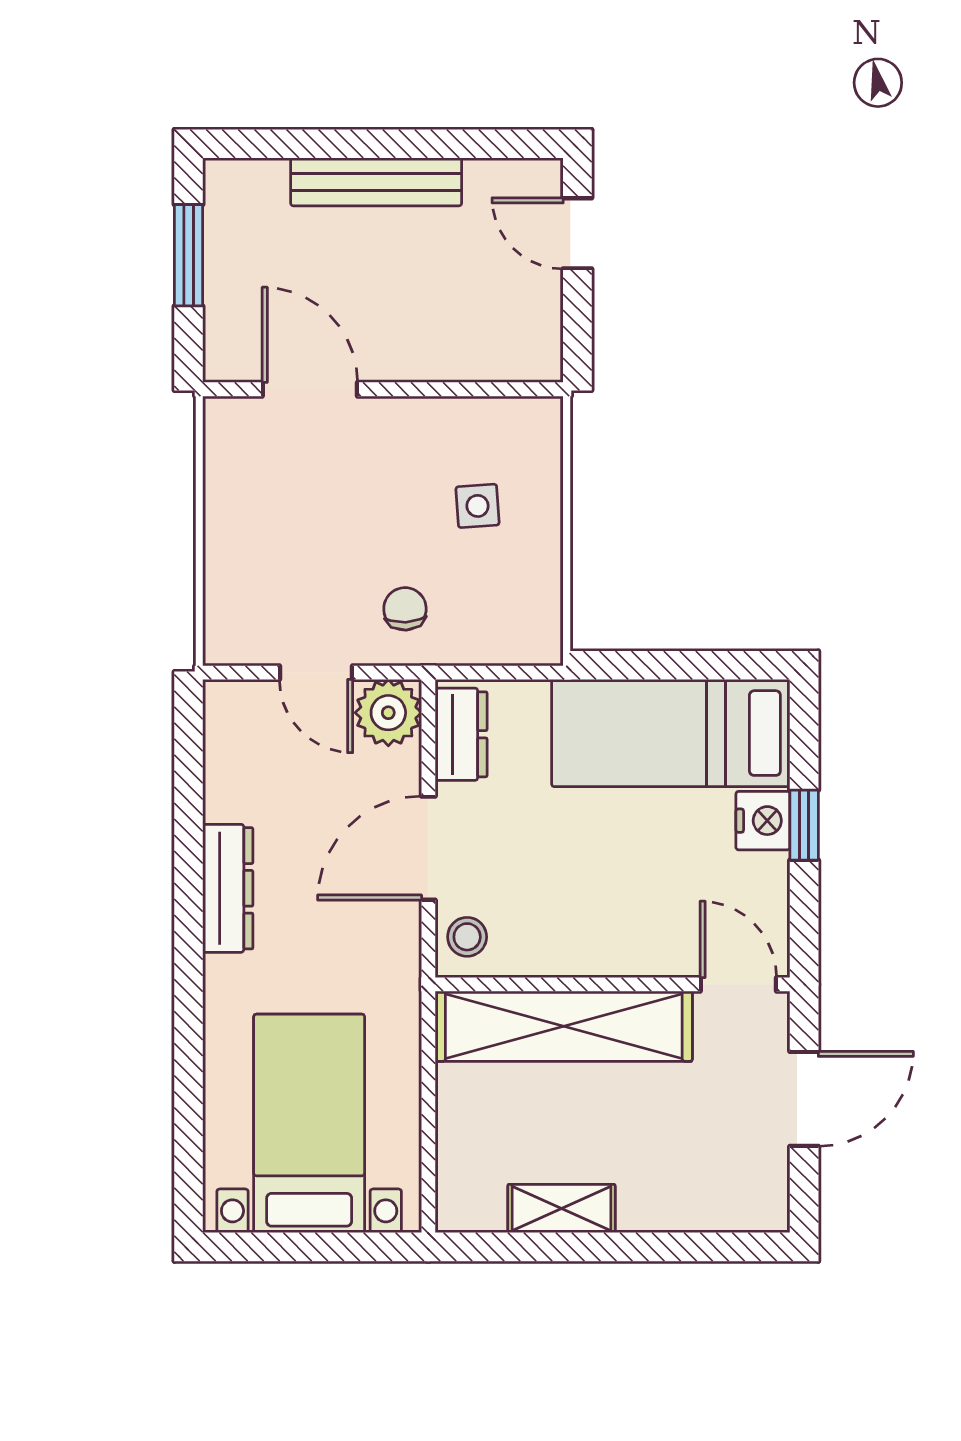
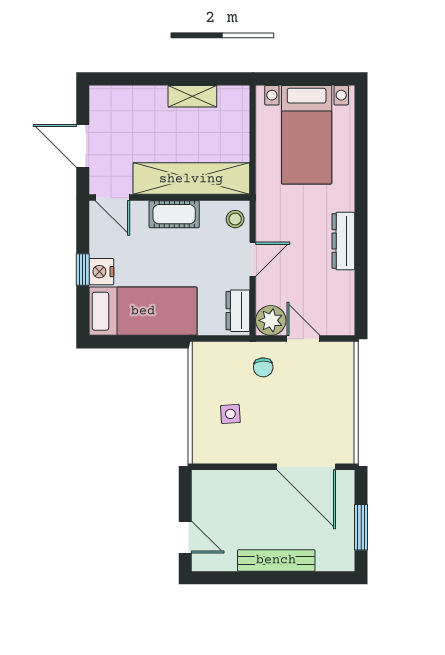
door: (310, 389) -> (306, 467), width x1.36
door: (428, 848) -> (253, 259), width x0.73
cot: (602, 948) -> (174, 214), added
door: (804, 1099) -> (83, 146), hinge flipped

